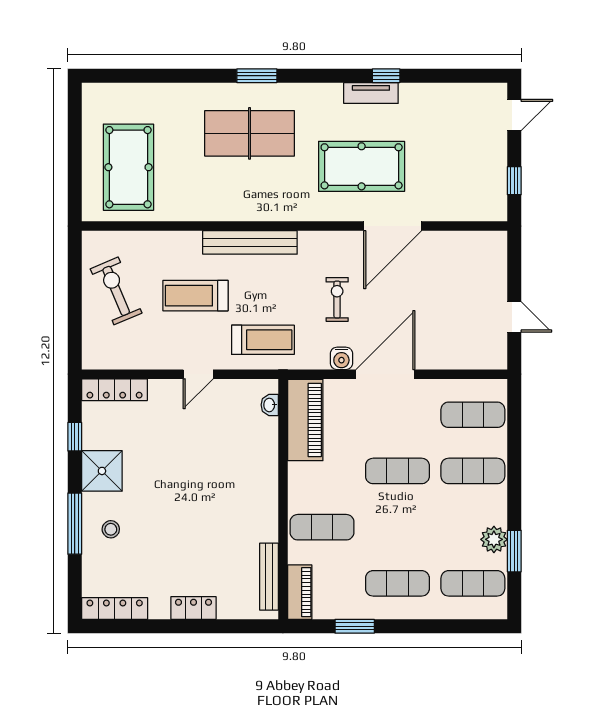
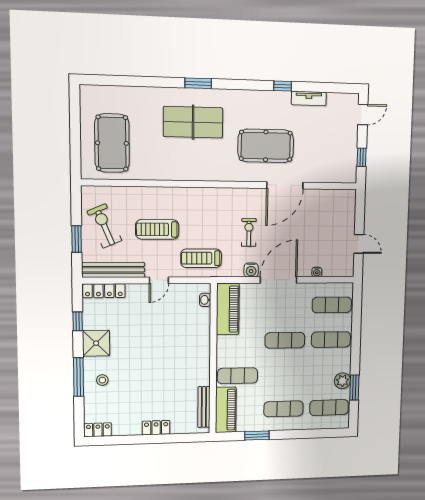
tv unit: (371, 93) -> (309, 98), moved
bench: (250, 242) -> (113, 270), moved
window: (75, 311) -> (77, 239), added
treadmill: (263, 340) -> (201, 258), turned 180
water cooler: (447, 362) -> (317, 272), added
piano: (300, 592) -> (226, 410), width x1.37, depth x1.33
locker: (115, 608) -> (98, 430), width x0.66

